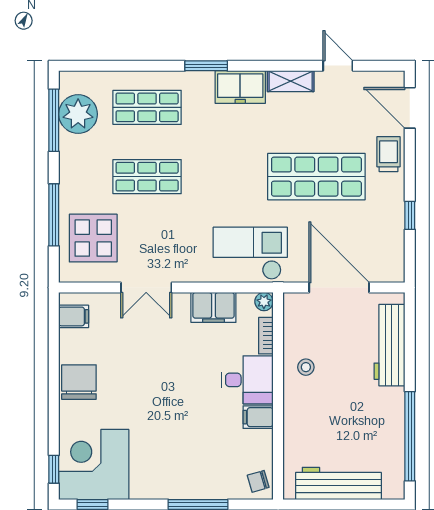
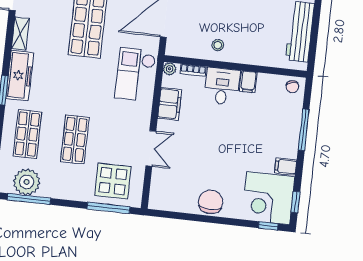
freezer: (240, 87) -> (20, 75), width x1.40
window: (54, 215) -> (108, 208), moved
filing cabinet: (74, 316) -> (286, 167), moved, turned -90
chair: (79, 382) -> (211, 202), turned 90

